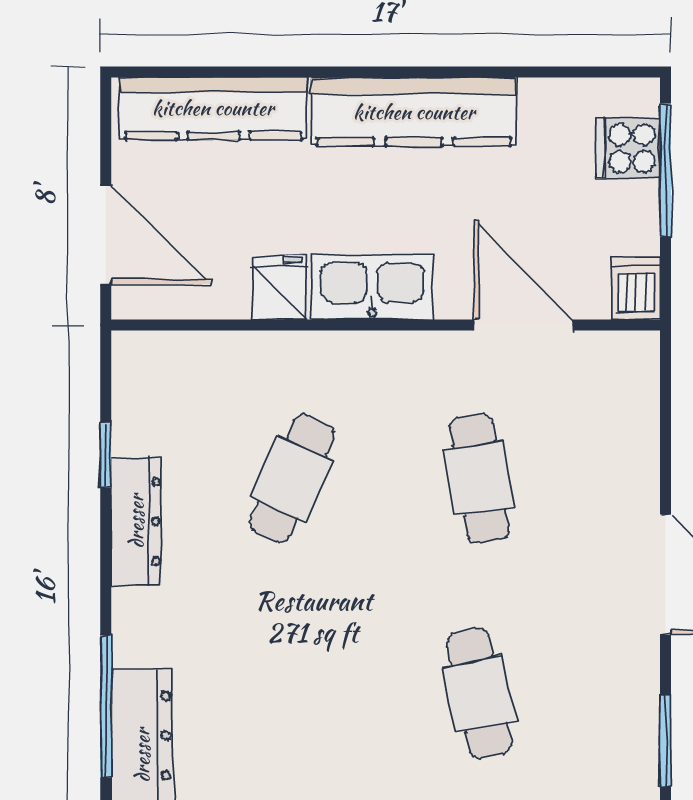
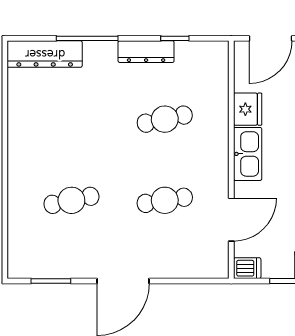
fridge: (279, 287) -> (248, 109), width x1.38
cafe table: (292, 478) -> (165, 119), turned -36
window: (106, 706) -> (87, 38), moved

